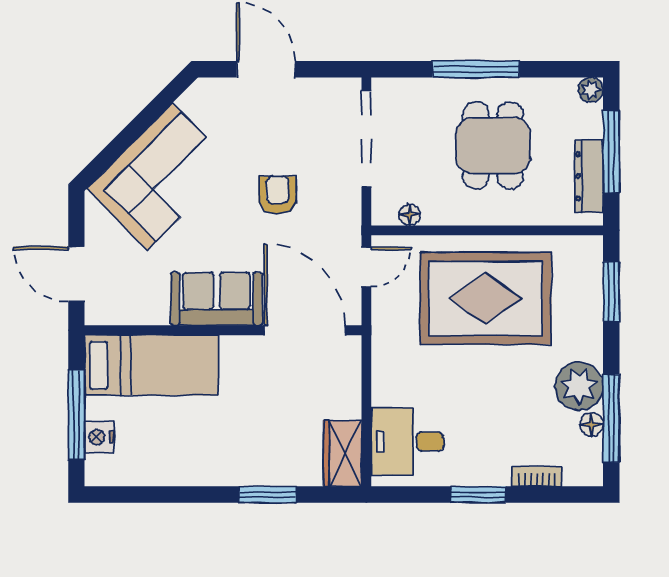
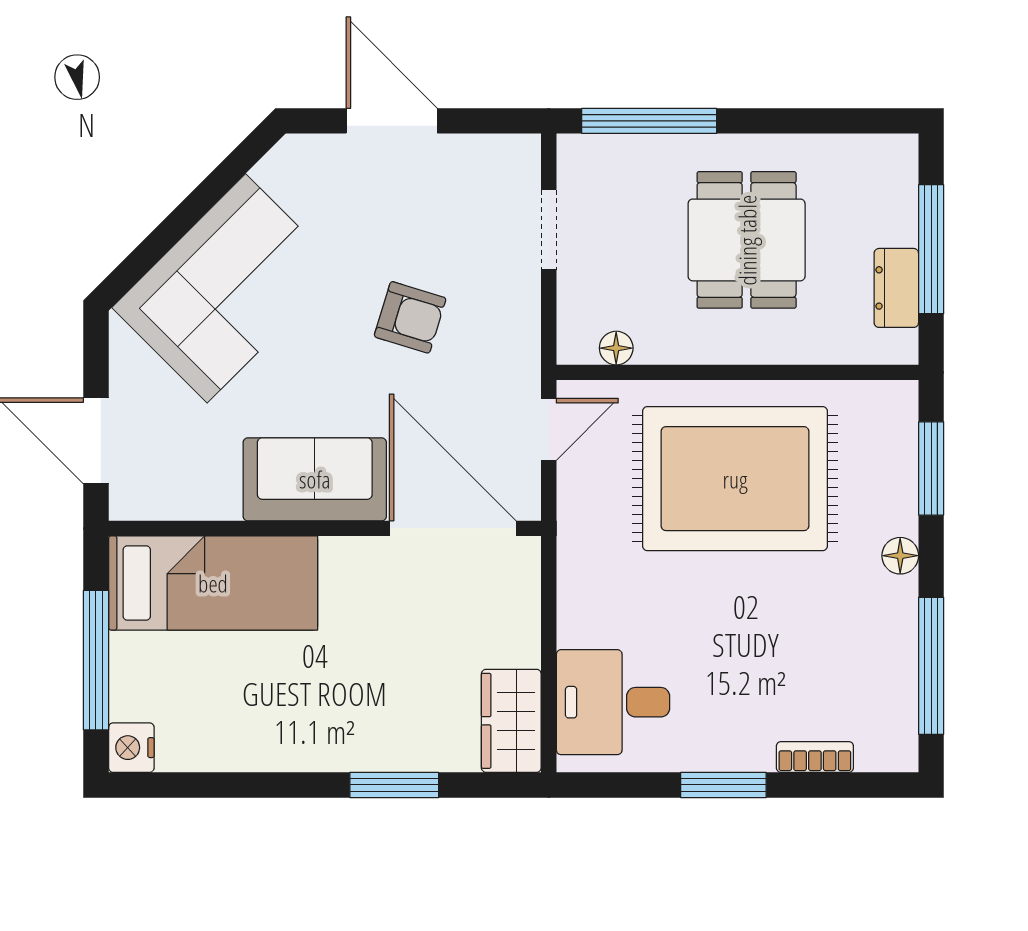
window: (476, 69) -> (649, 121), moved
plant: (591, 90) -> (899, 153), removed
doorway: (366, 139) -> (549, 230), width x0.53
dresser: (589, 176) -> (896, 288), width x0.70
armchair: (278, 195) -> (410, 317), turned 107
plant: (579, 386) -> (881, 616), removed
floor lamp: (591, 424) -> (900, 556), moved
nightstand: (99, 437) -> (131, 748), moved

